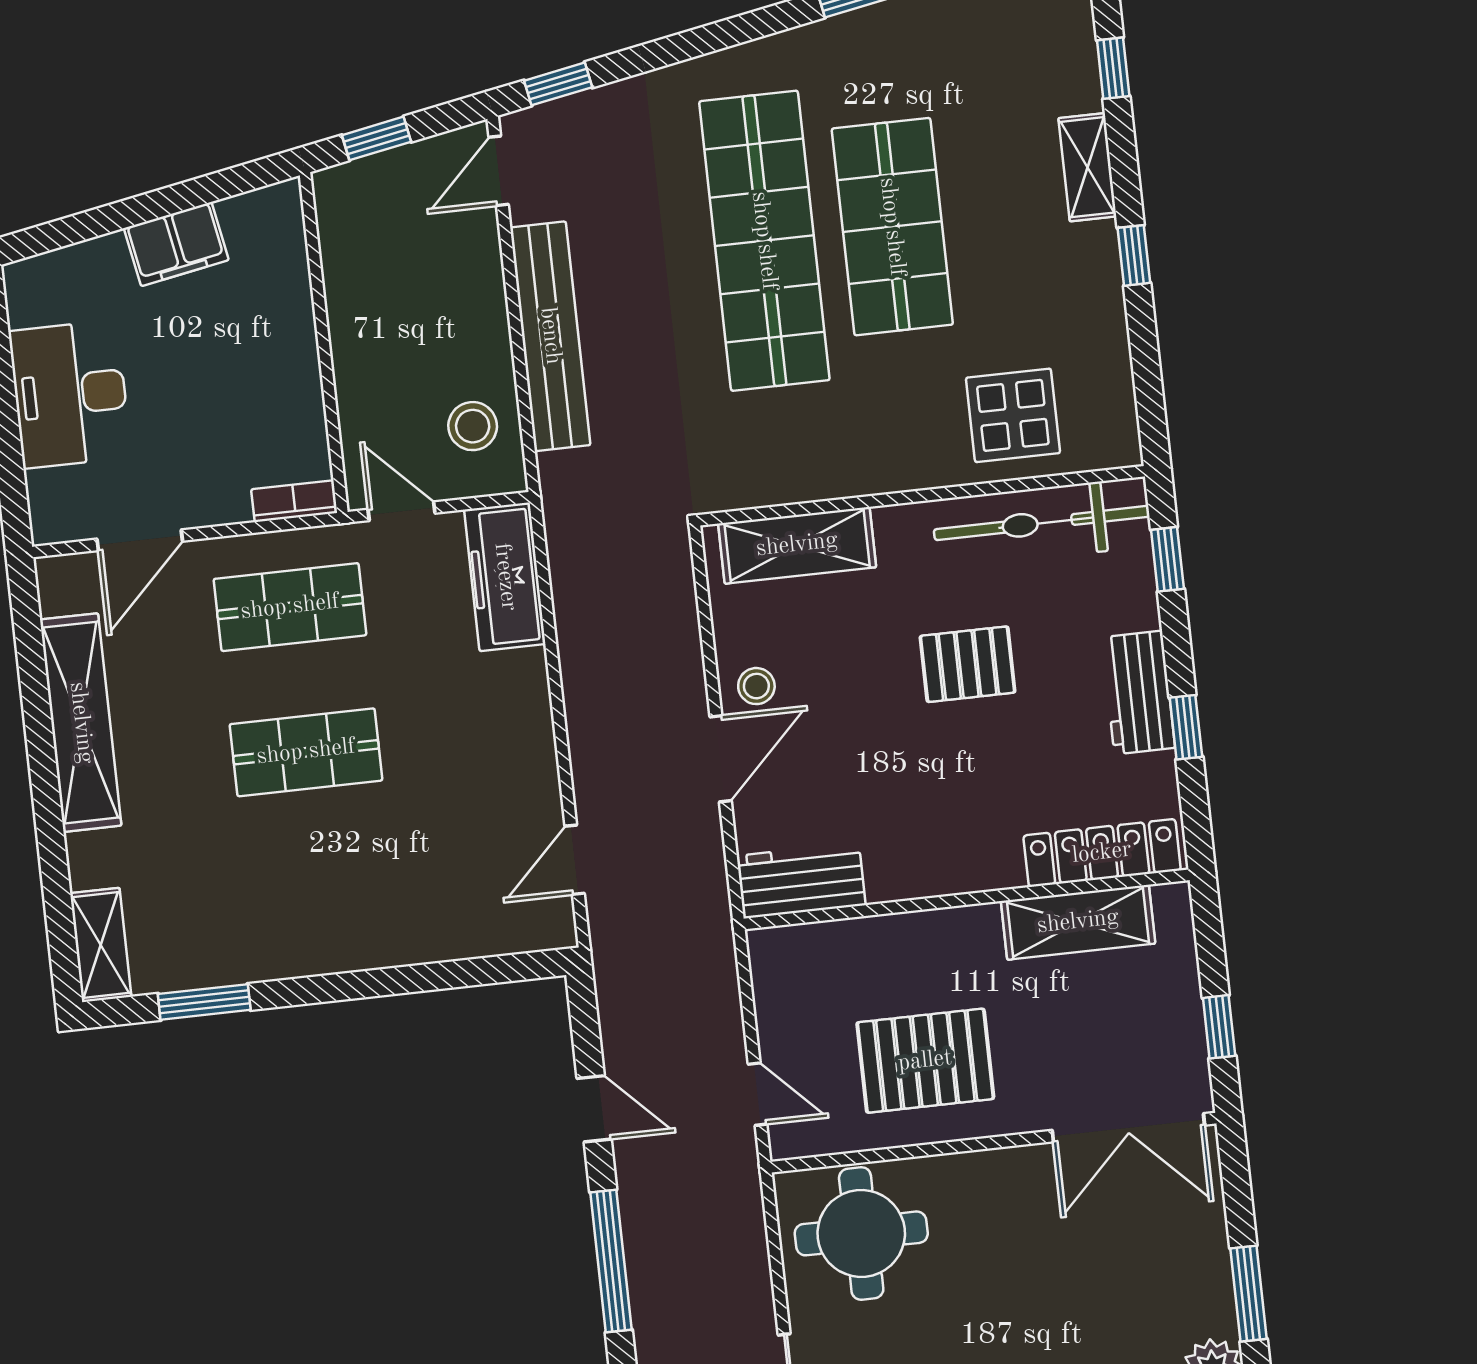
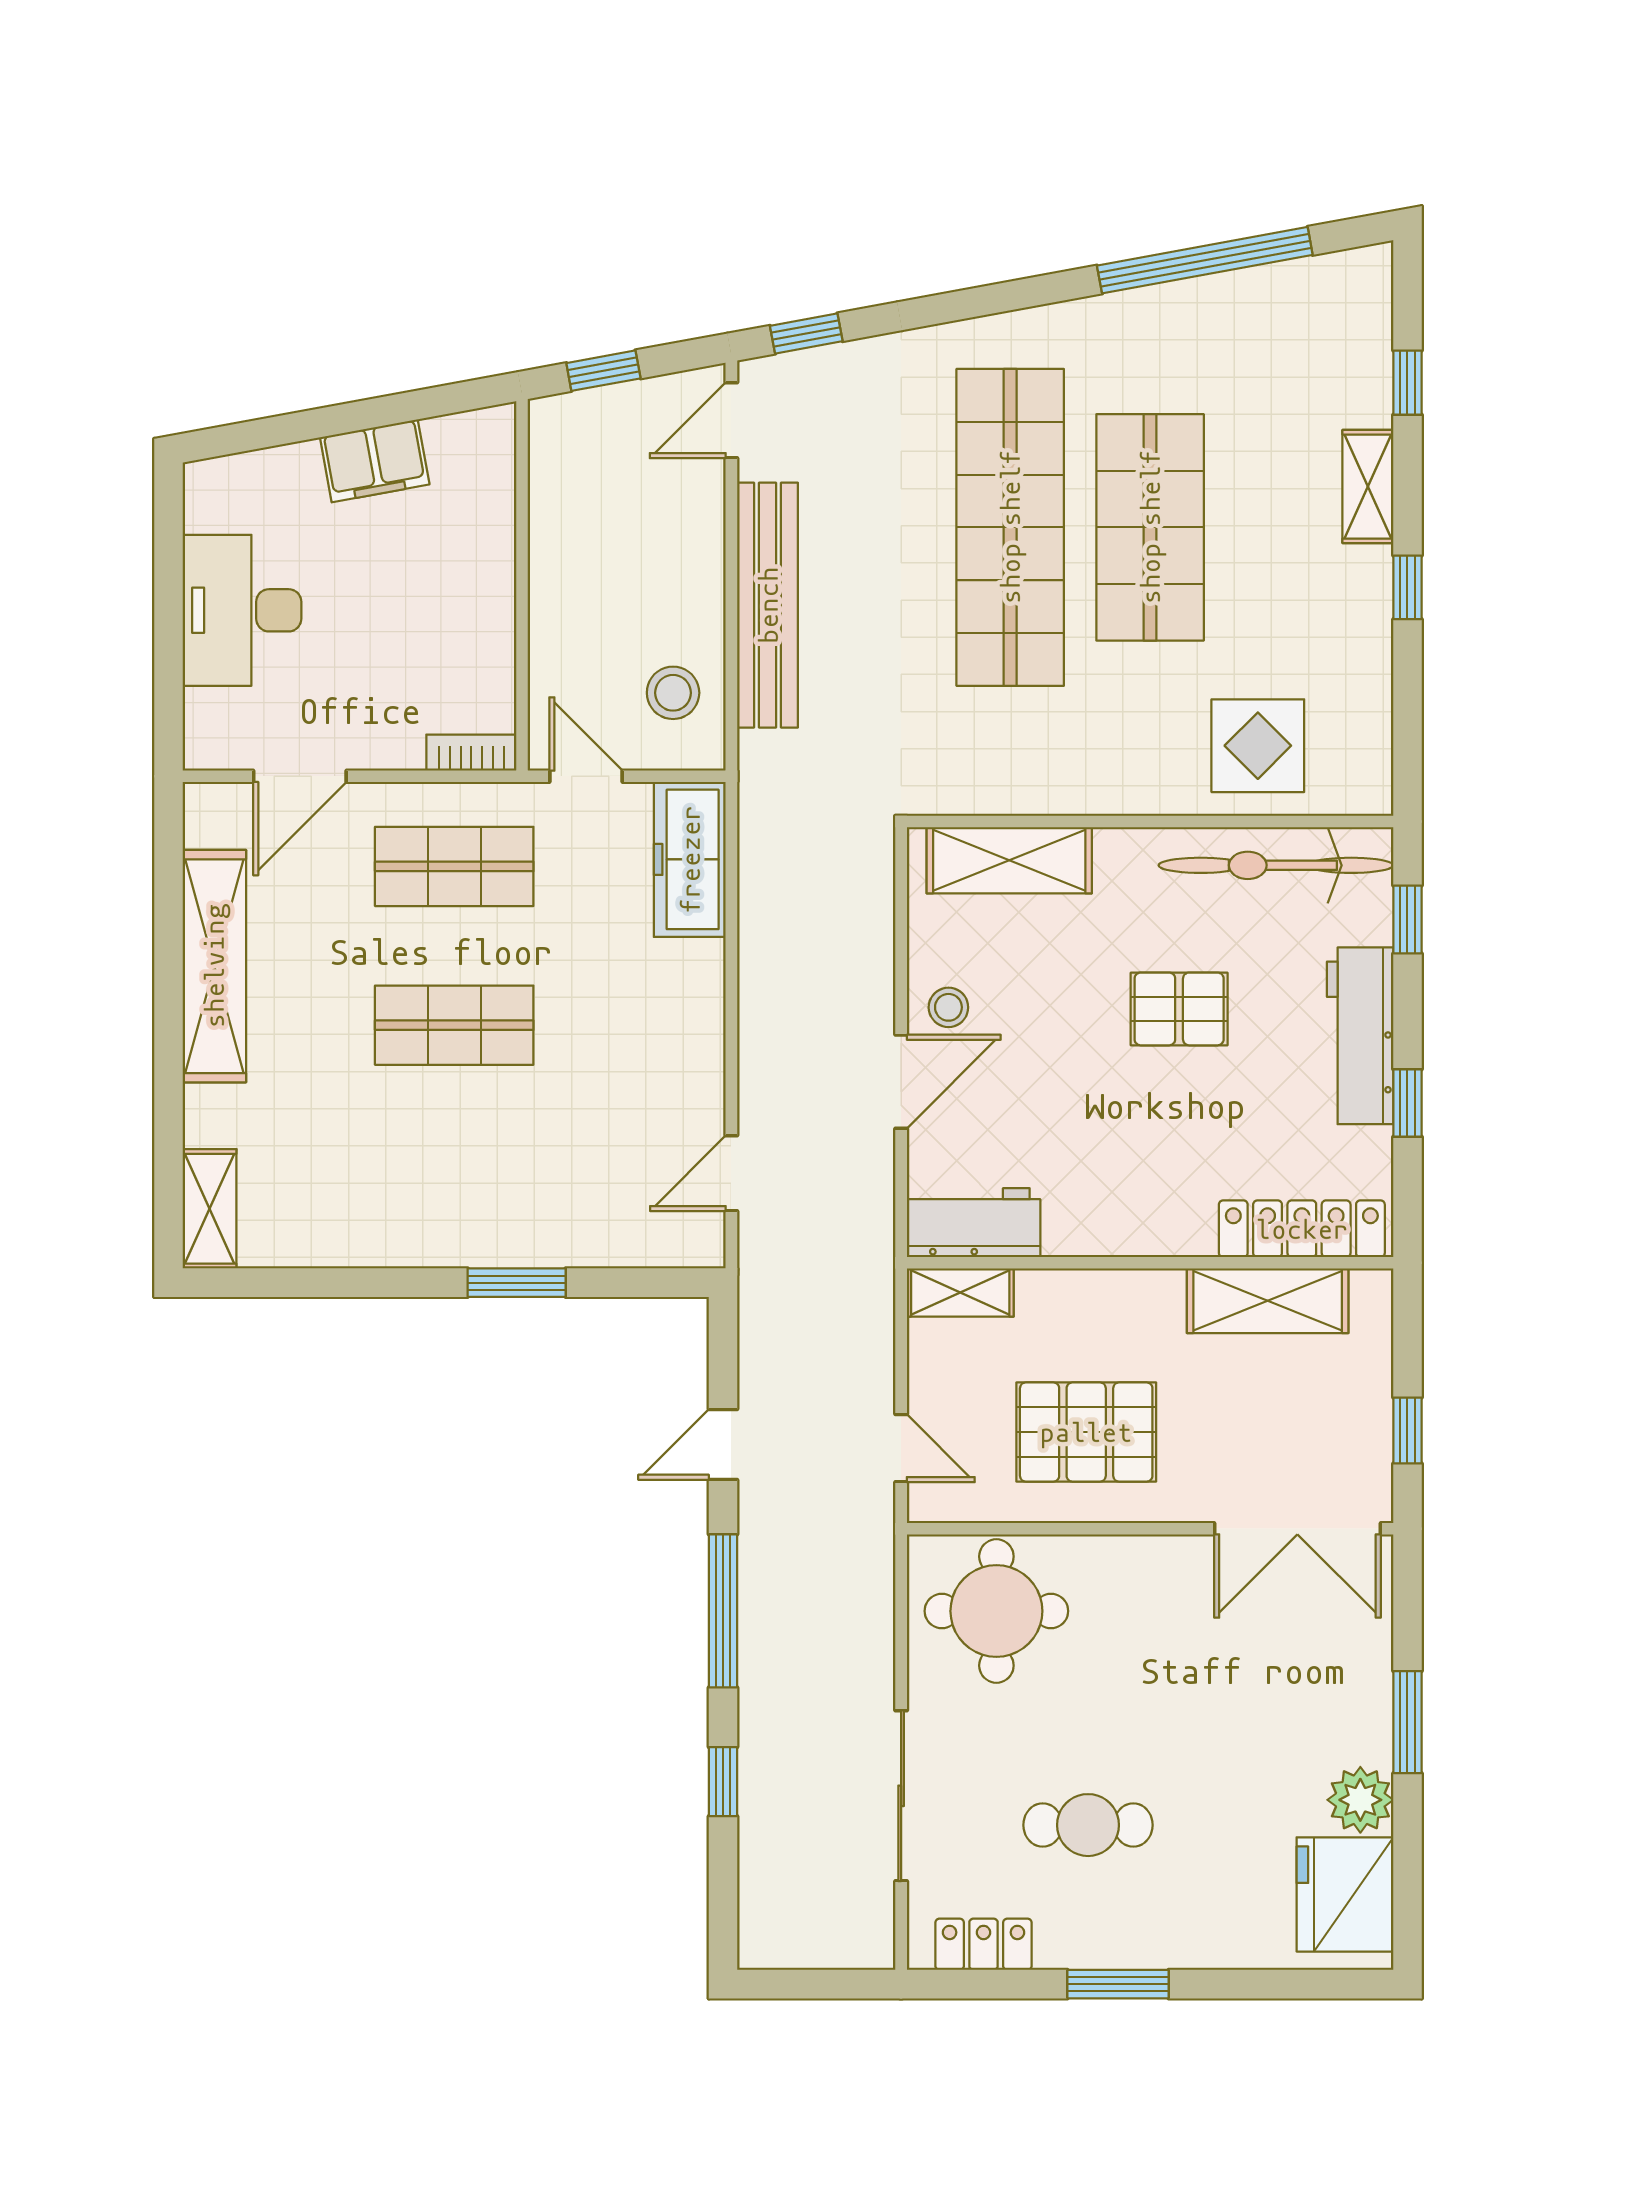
workbench: (1138, 693) -> (1360, 1036), width x1.38
shelving: (796, 946) -> (960, 1293), added
window: (204, 1002) -> (517, 1283), moved
door: (594, 1109) -> (723, 1445), swing flipped

